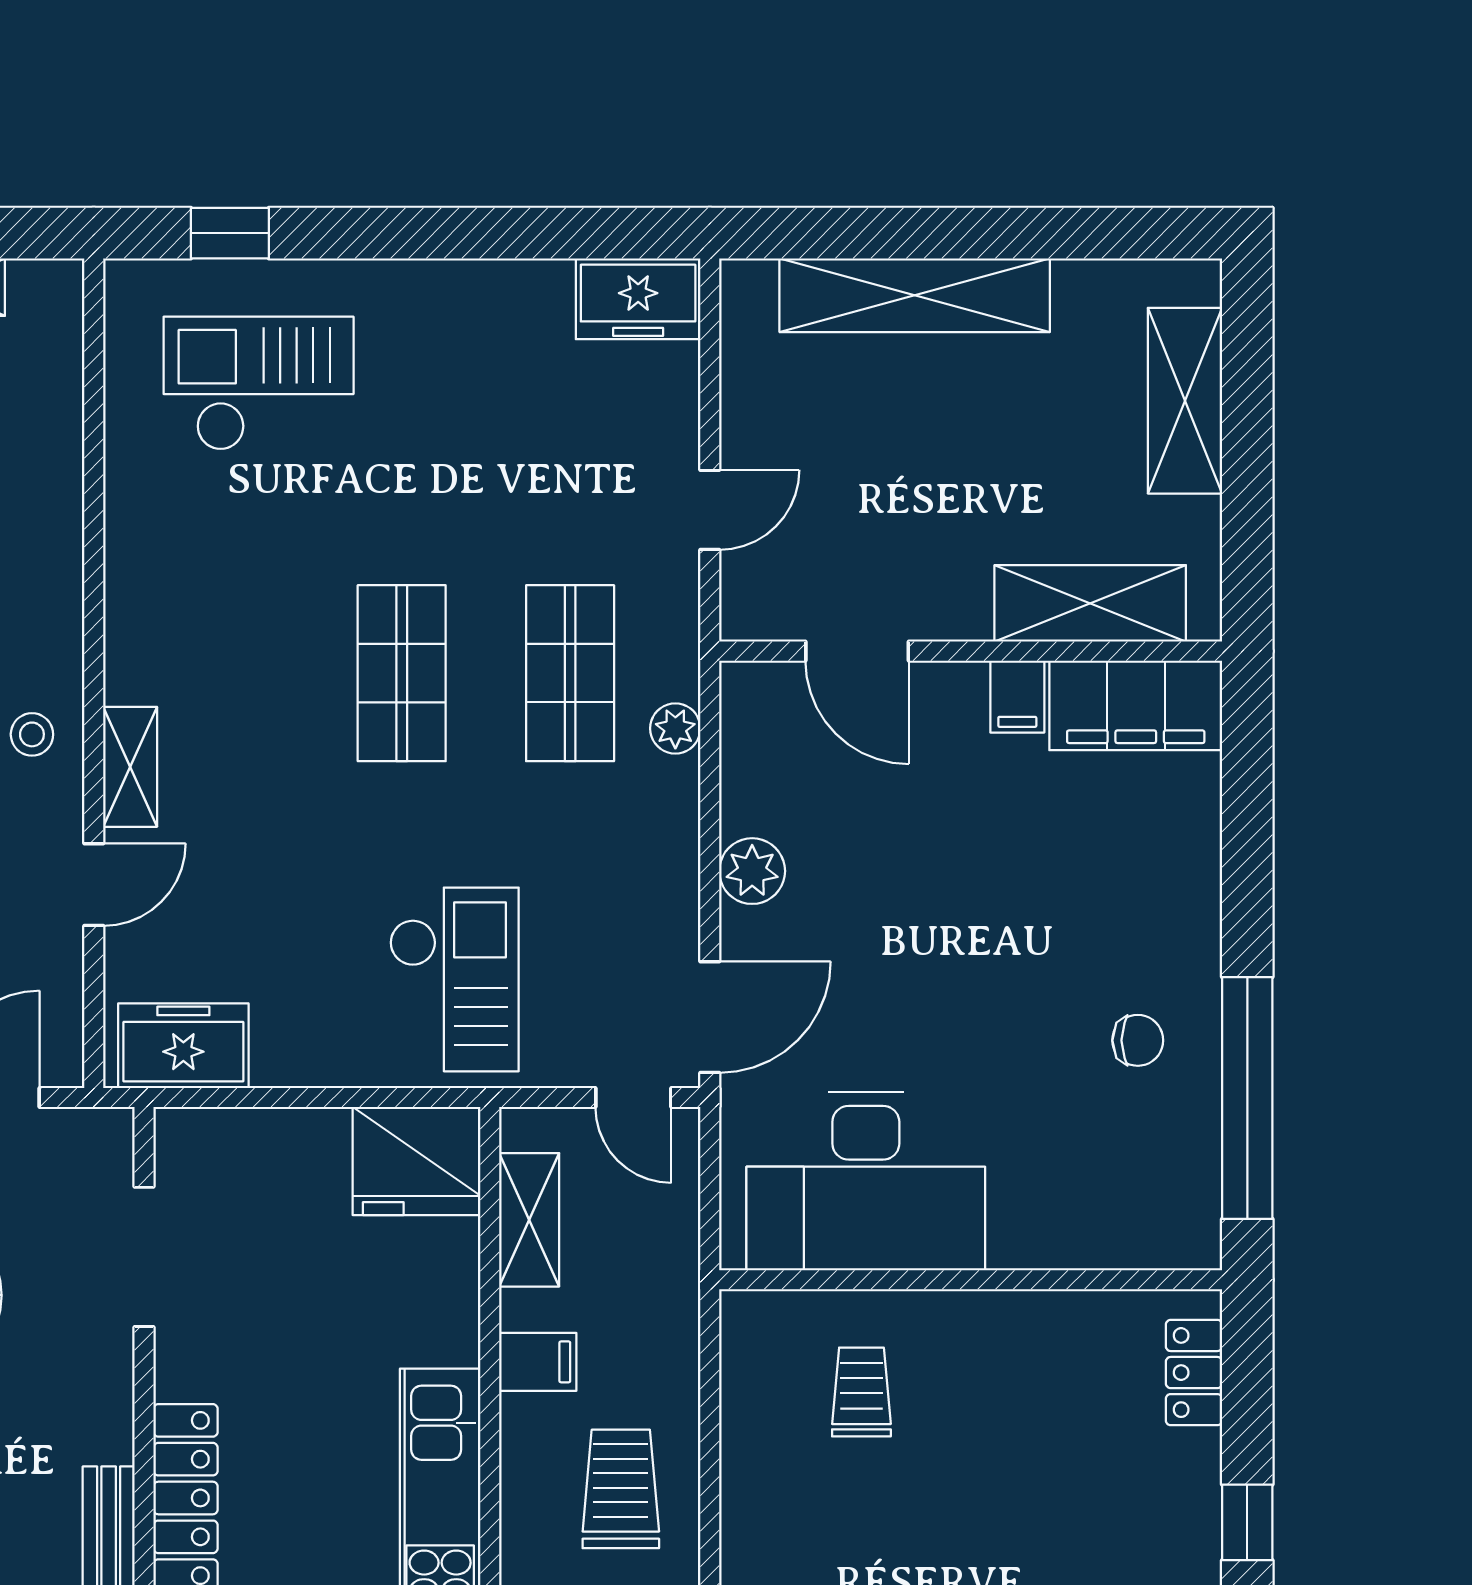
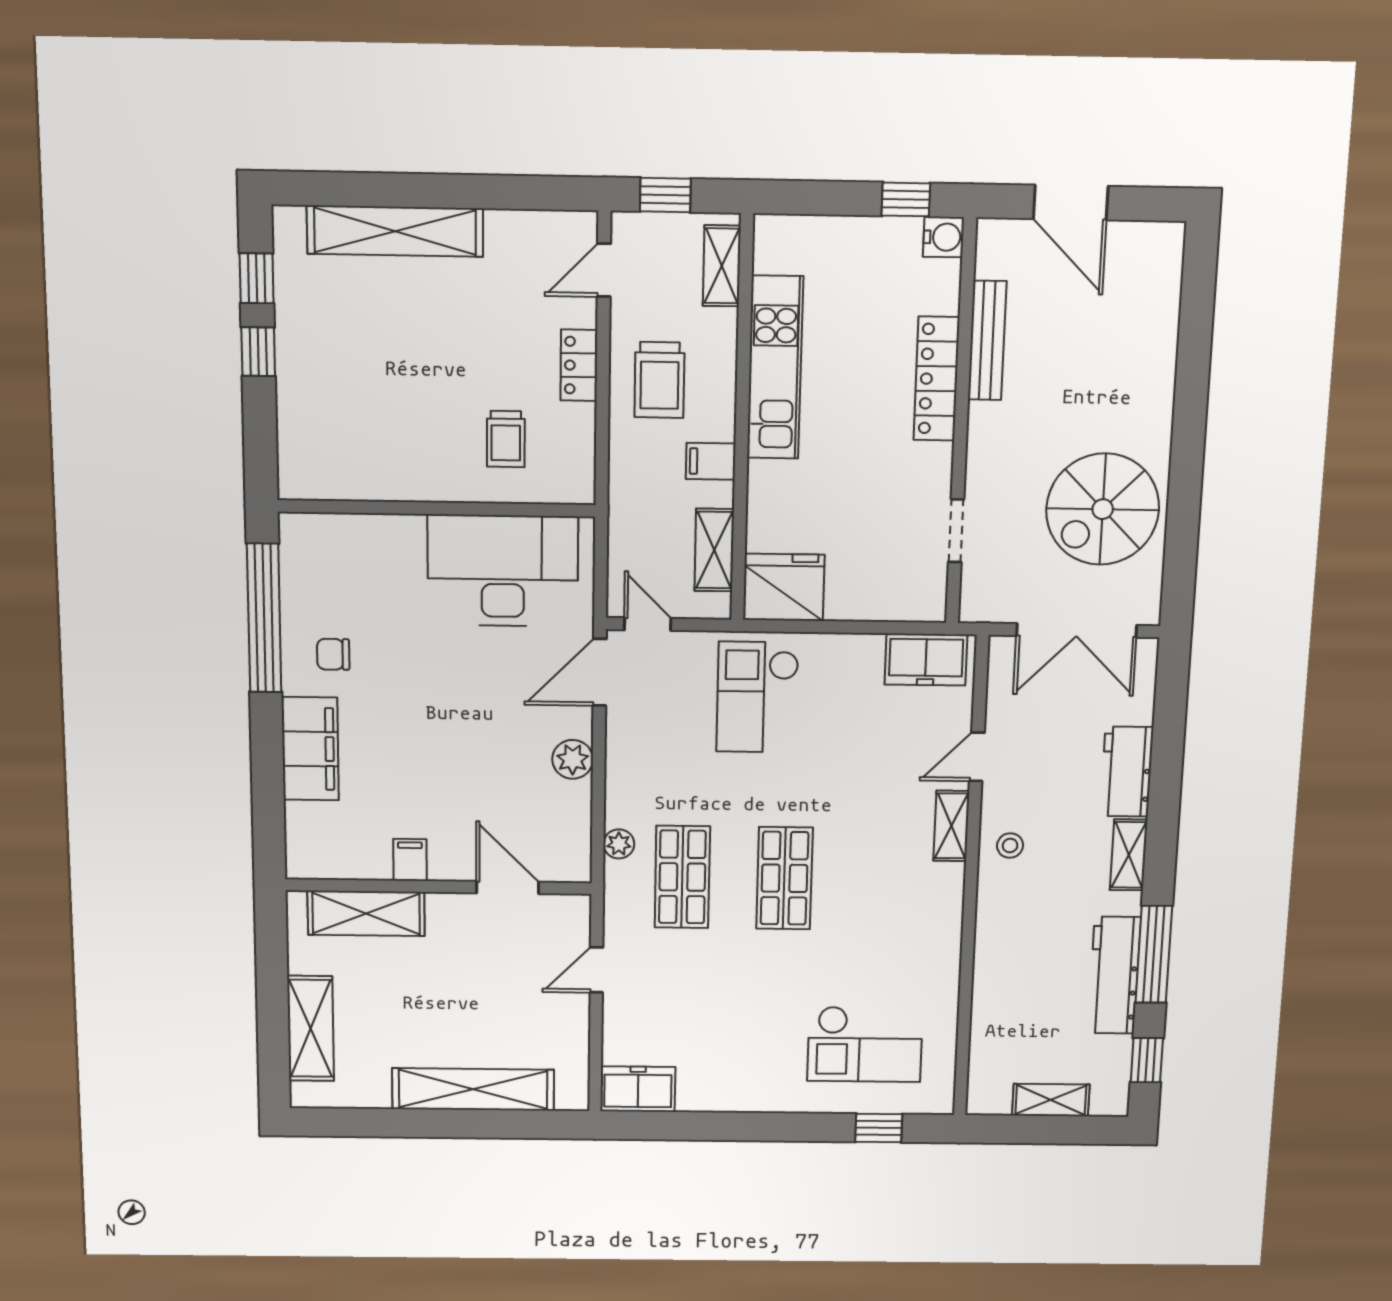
filing cabinet: (1136, 705) -> (310, 749), moved, turned 90
doorway: (144, 1257) -> (956, 531), width x0.73
locker: (1194, 1373) -> (579, 365), moved, turned 180

